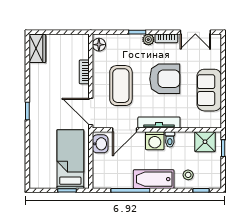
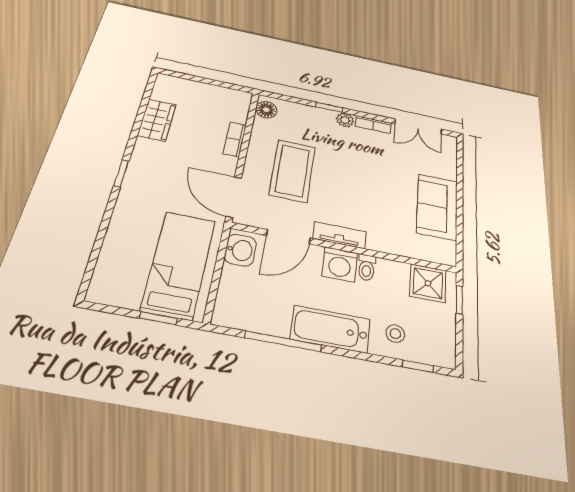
wardrobe: (37, 48) -> (157, 120), moved
armchair: (165, 79) -> (366, 176), removed
tv unit: (159, 123) -> (339, 235), width x0.71

